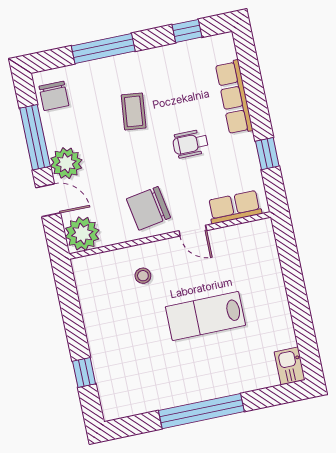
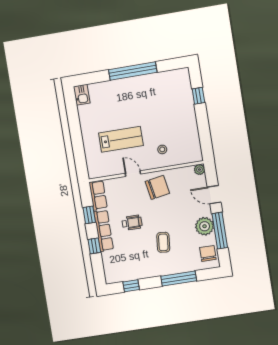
row of seats: (234, 97) -> (104, 231), moved
window: (256, 99) -> (94, 246), added
plant: (66, 163) -> (205, 226), moved
row of seats: (235, 207) -> (98, 195), moved, turned -90
plant: (82, 234) -> (199, 170), width x0.53, depth x0.53
lab bench: (205, 316) -> (121, 139), moved

